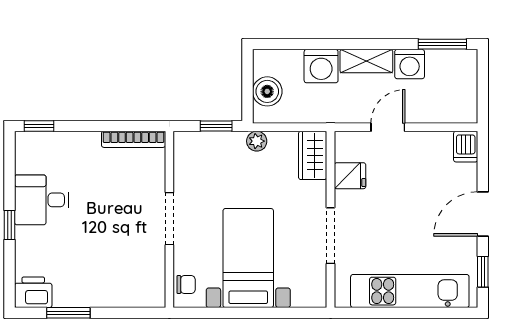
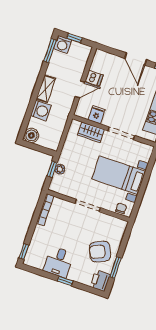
washing machine: (410, 64) -> (63, 44), moved, turned 90
window: (483, 83) -> (75, 38), added
boiler: (267, 91) -> (31, 135), moved
door: (388, 127) -> (80, 89), swing flipped
plant: (257, 141) -> (60, 169), moved
dishwasher: (466, 147) -> (94, 78), moved
wardrobe: (313, 155) -> (91, 132), moved
armchair: (89, 272) -> (100, 252), added

